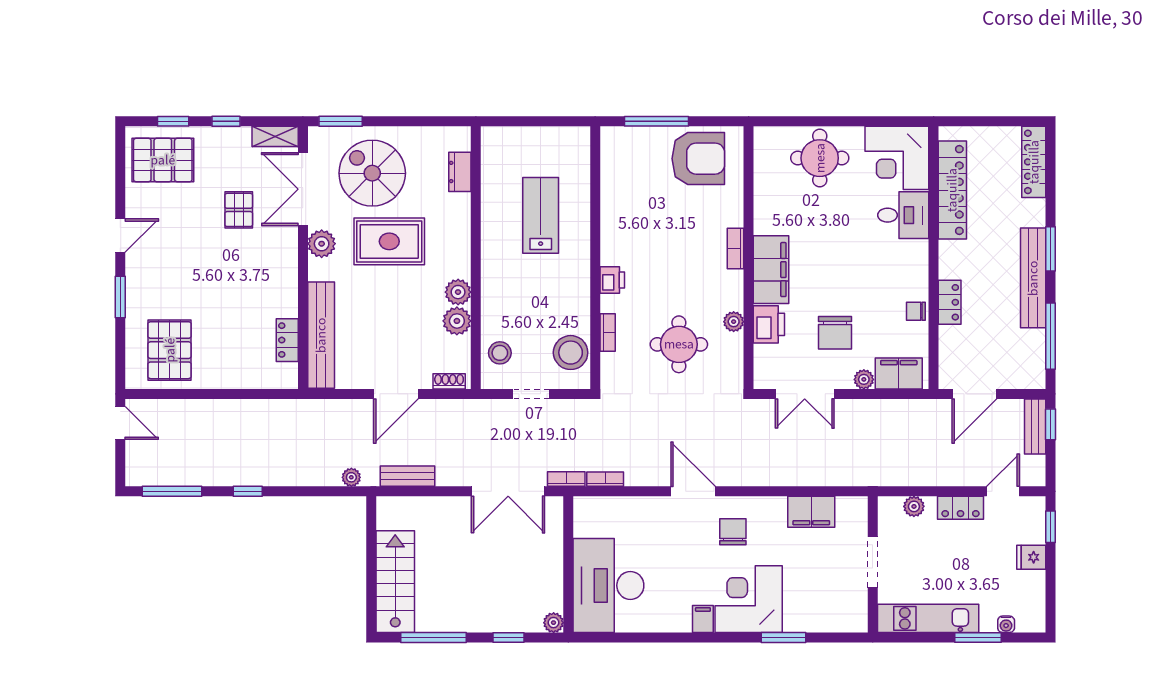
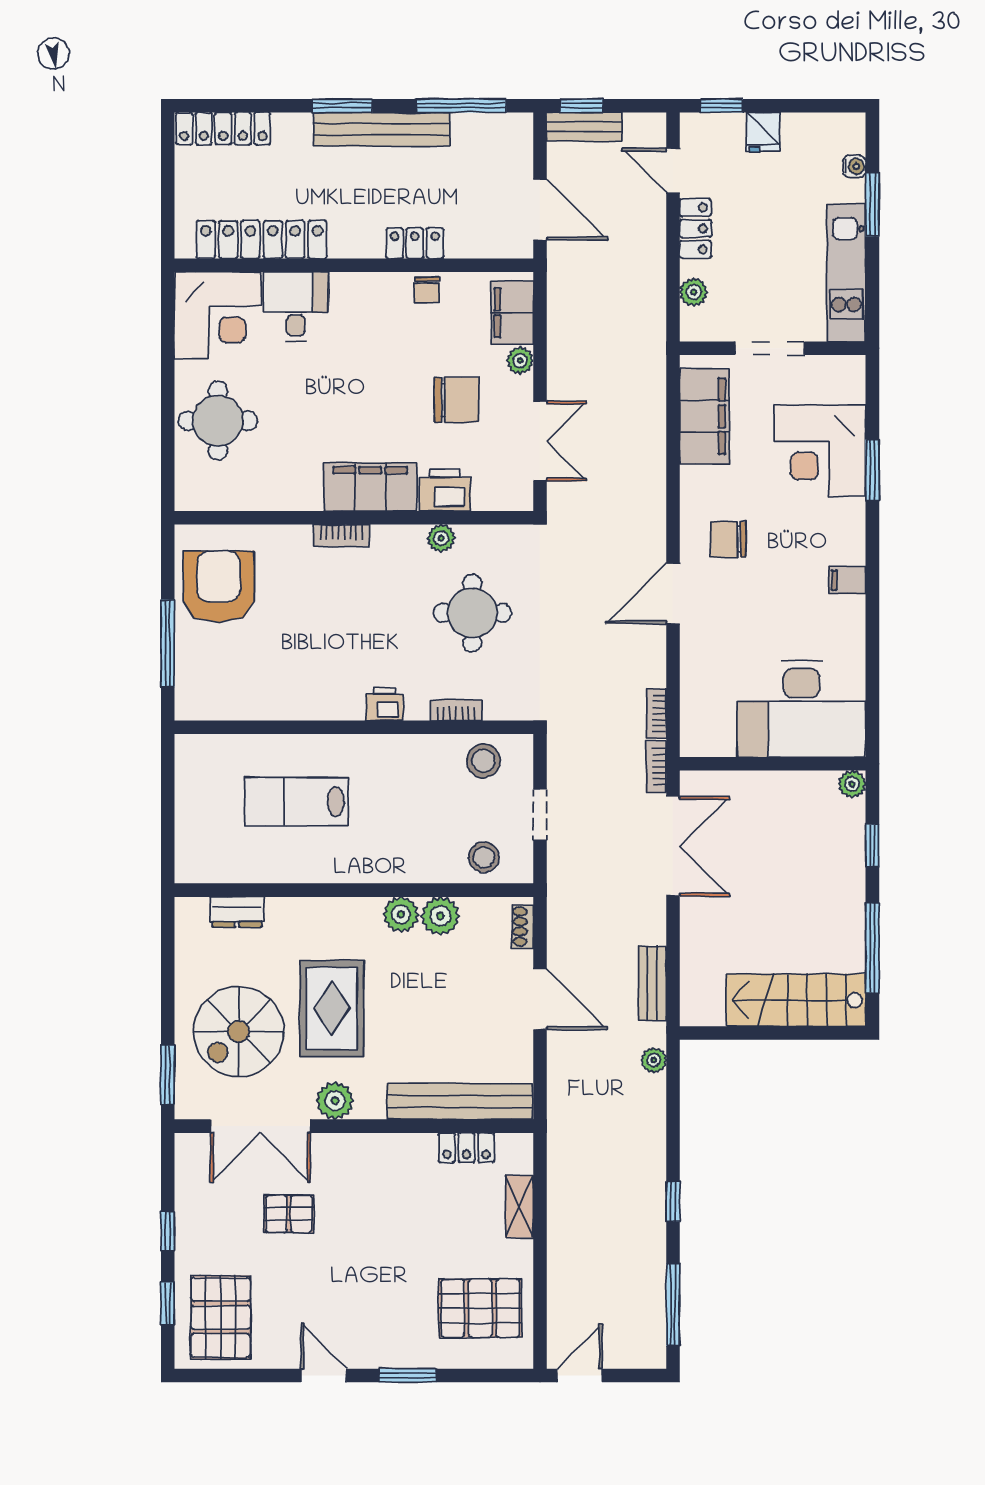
shelving: (275, 136) -> (519, 1206), moved
stool: (571, 353) -> (483, 761), width x0.73, depth x0.73
filing cabinet: (811, 512) -> (704, 416), width x1.50, depth x1.17
corner desk: (749, 599) -> (820, 451), moved

